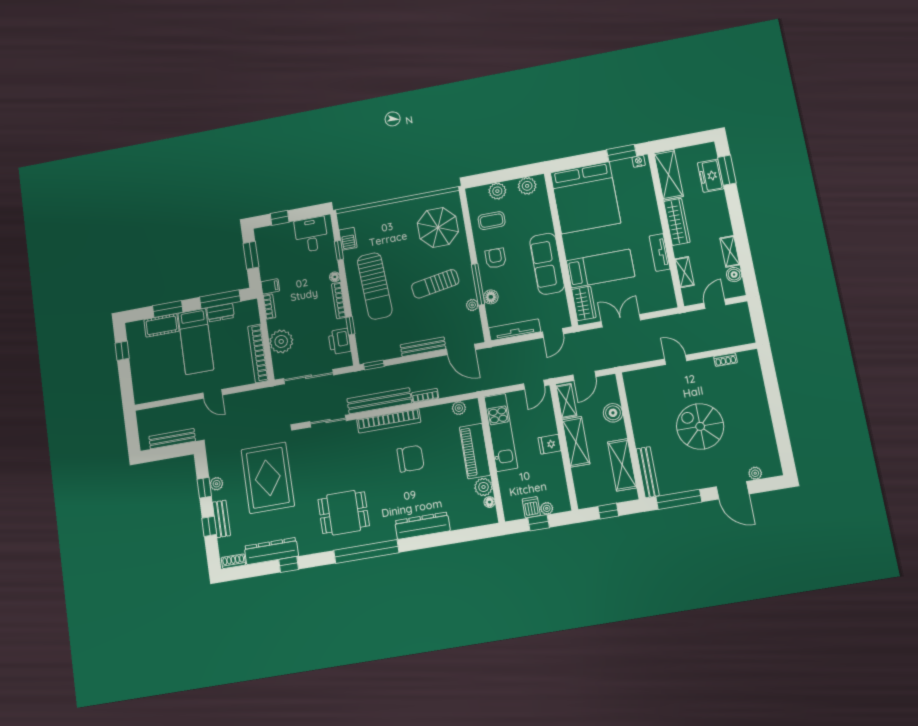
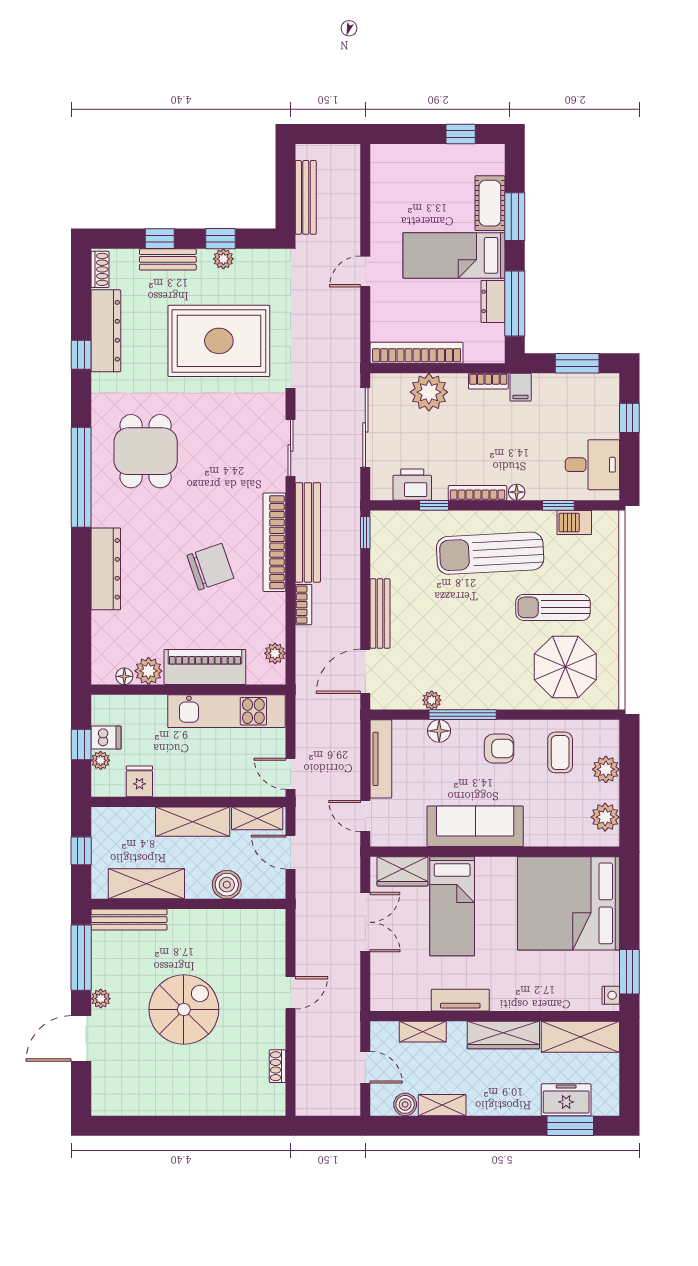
sun lounger: (435, 284) -> (553, 607), moved, turned -80
fridge: (550, 444) -> (139, 781), moved
chair: (410, 459) -> (210, 567), turned -109
plant: (755, 473) -> (101, 999), moved

